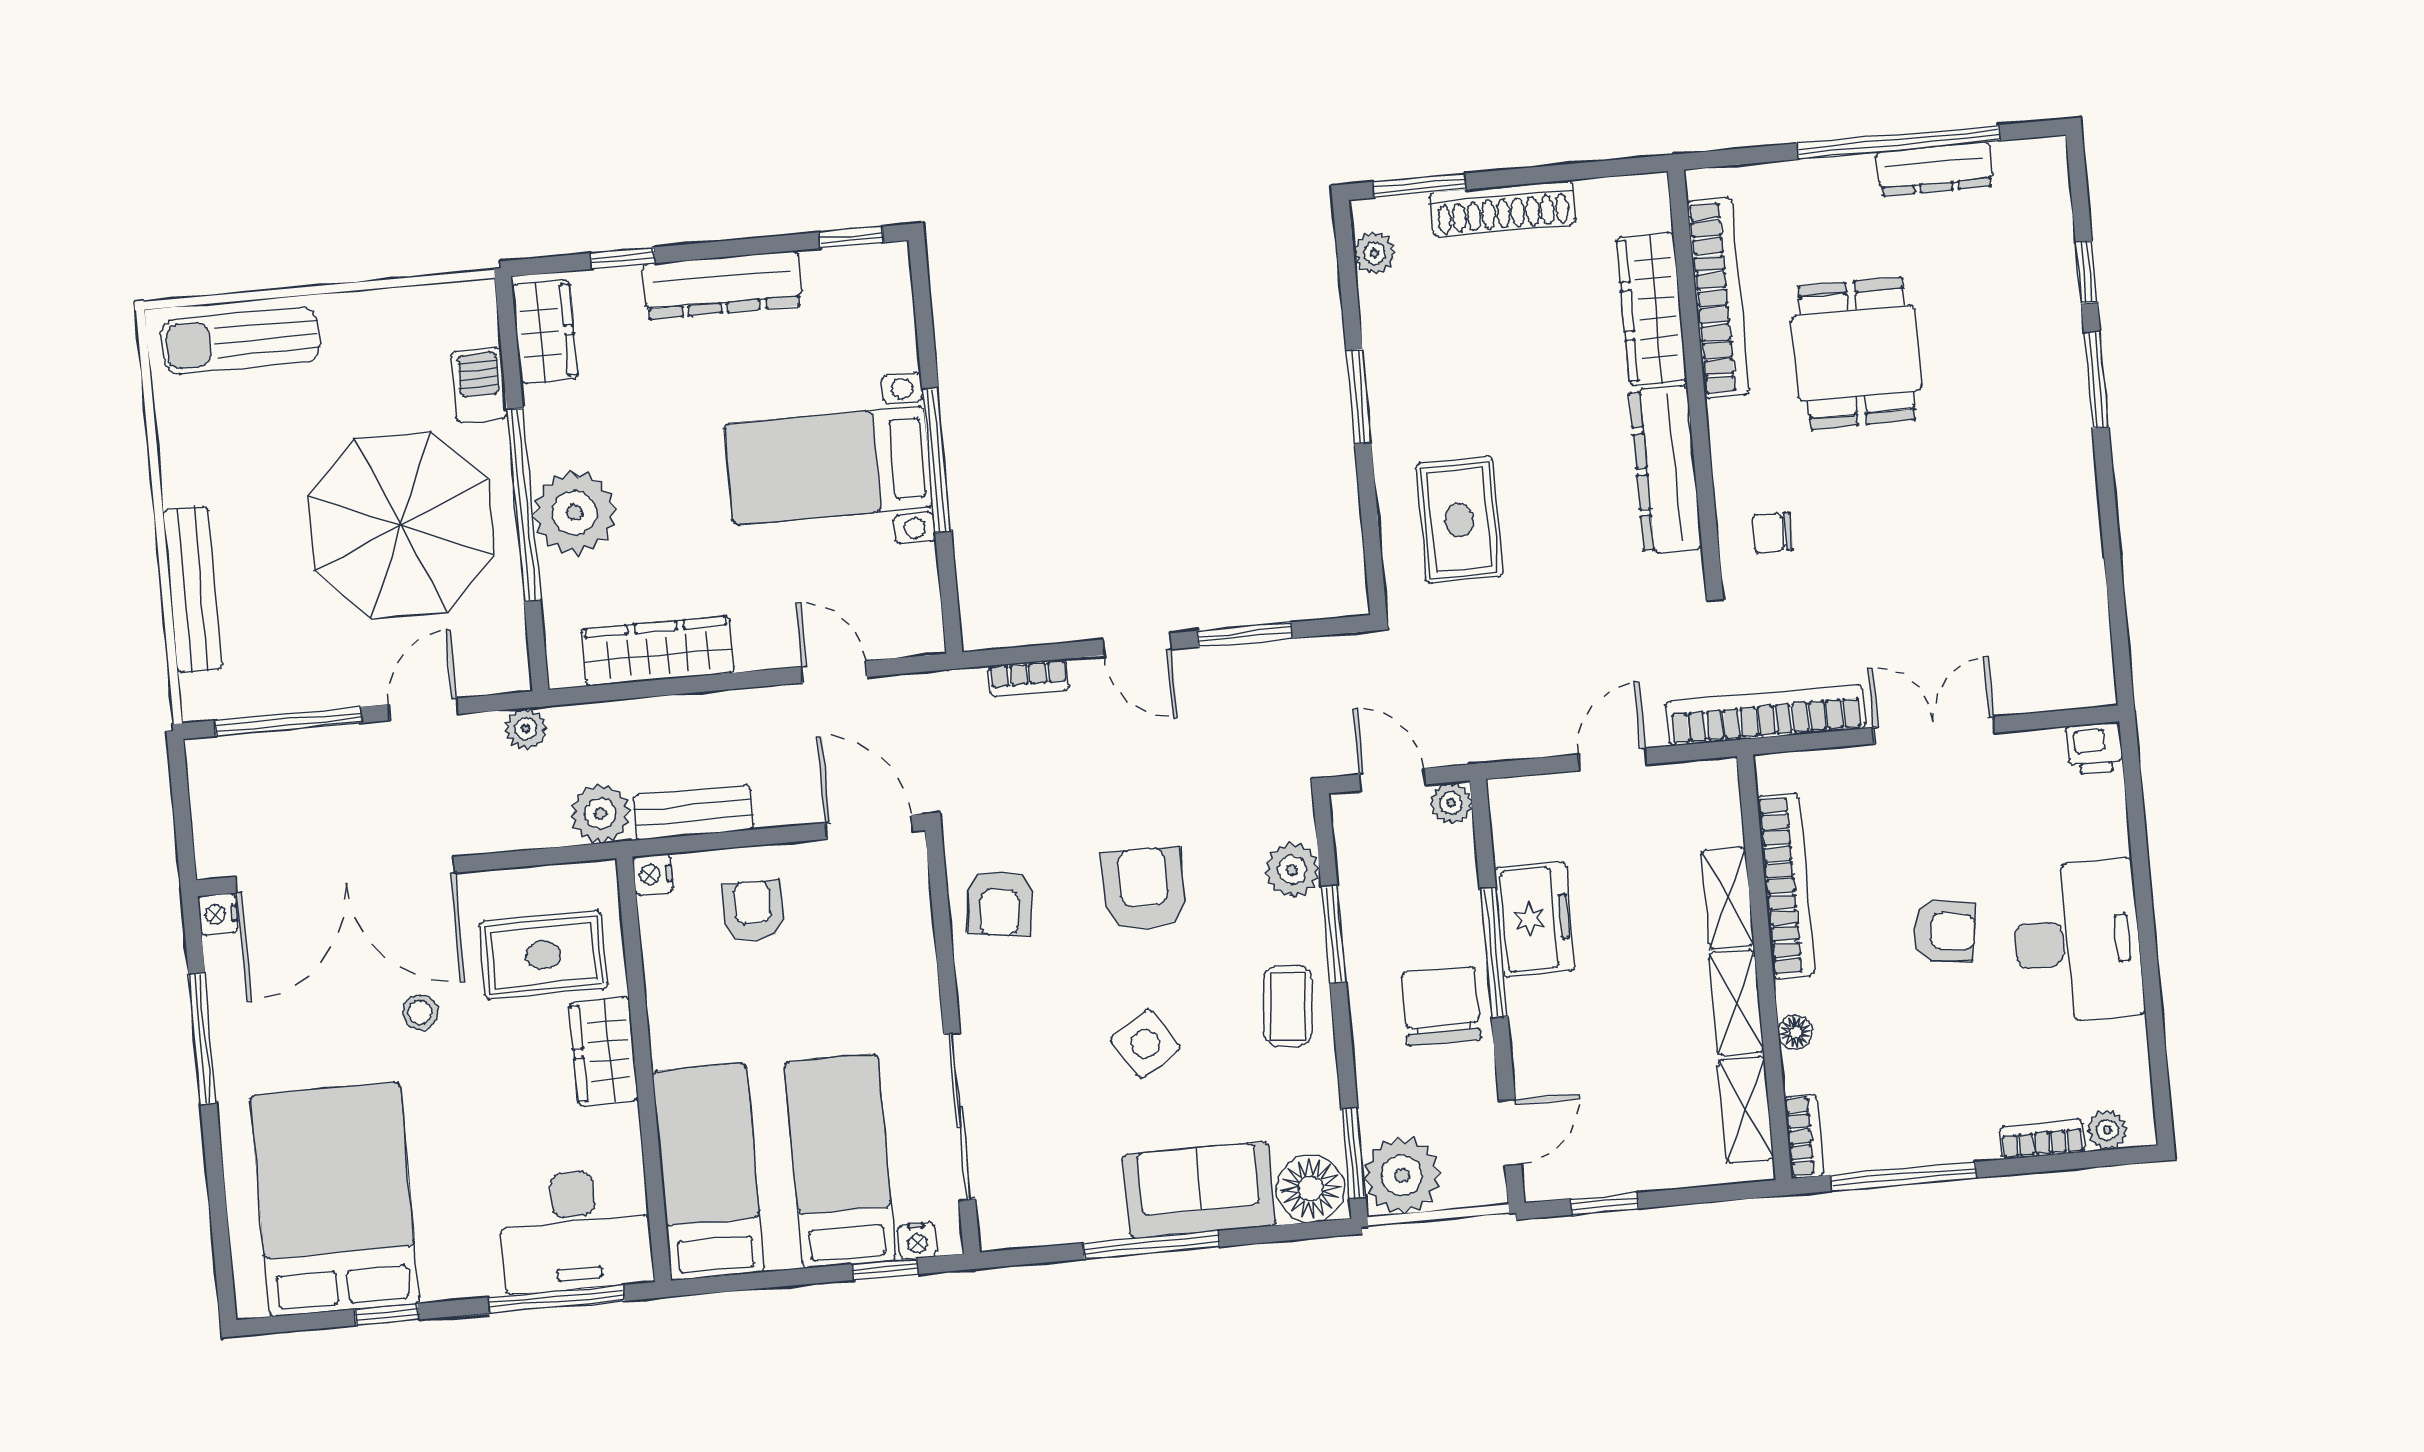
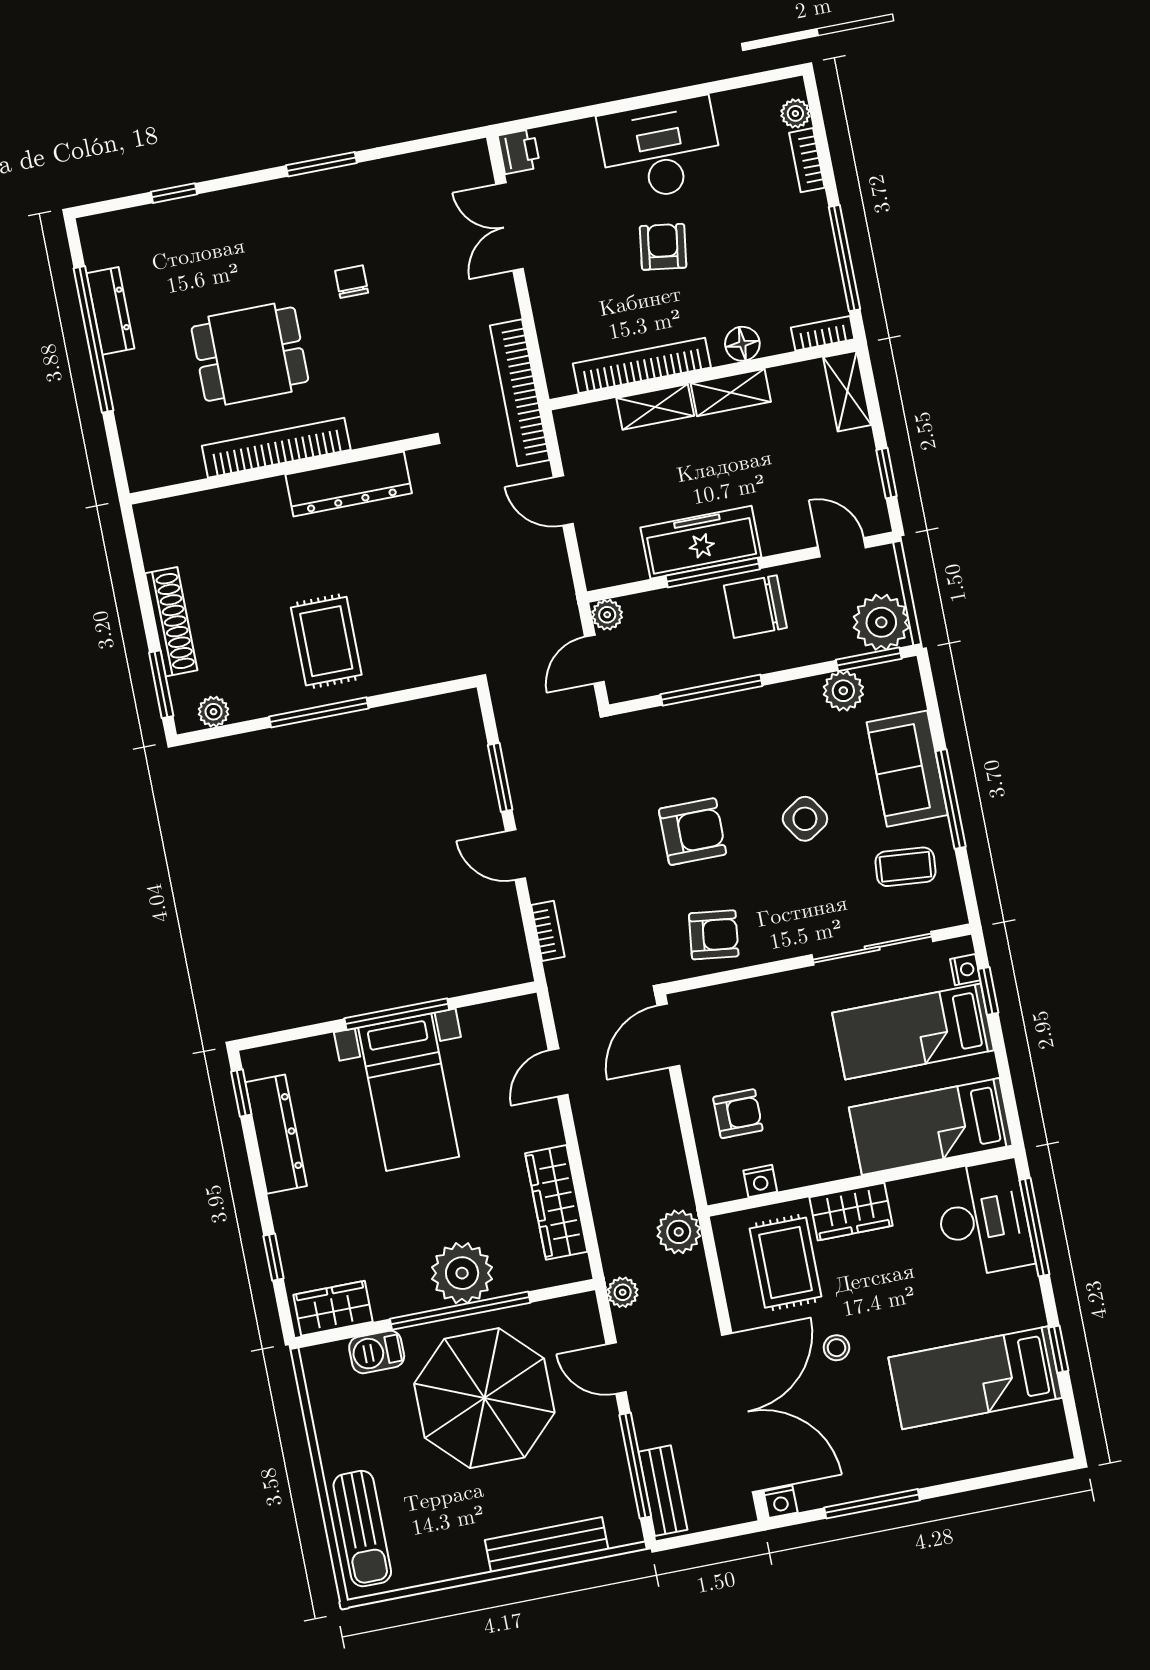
dresser: (722, 285) -> (276, 1134), moved
bookcase: (1718, 298) -> (276, 448), moved
wardrobe: (1652, 309) -> (233, 506), removed
window: (2096, 380) -> (321, 164), moved
window: (1359, 397) -> (319, 712), width x1.44
rug: (1459, 520) -> (326, 641), moved, turned 90
chair: (1773, 533) -> (352, 282), moved, turned 180
door: (1137, 644) -> (515, 855), swing flipped
double door: (1934, 730) -> (510, 227), moved
bench: (694, 812) -> (663, 1491), moved
plant: (1292, 870) -> (843, 691), moved
nightstand: (653, 875) -> (760, 1181), moved
armchair: (1144, 889) -> (693, 832), turned 180
armchair: (753, 911) -> (738, 1114), turned 180
freezer: (1535, 919) -> (701, 542), width x1.40
window: (1334, 935) -> (711, 690), width x1.44
coffee table: (1288, 1006) -> (905, 867), moved
floor lamp: (1795, 1032) -> (742, 344), width x1.37, depth x1.37
shelving: (1746, 1110) -> (847, 391), moved, turned 90
floor lamp: (1311, 1189) -> (898, 688), removed
bed: (335, 1199) -> (975, 1378), width x0.67

